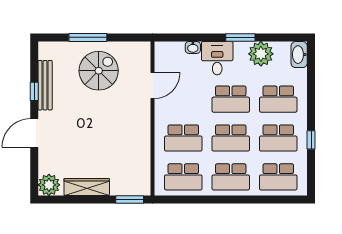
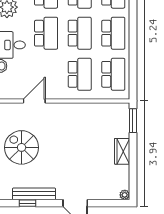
door: (152, 86) -> (34, 101), hinge flipped
window: (34, 91) -> (27, 203), moved
plant: (49, 185) -> (125, 195), width x0.53, depth x0.53
wardrobe: (87, 187) -> (122, 151), width x0.67

